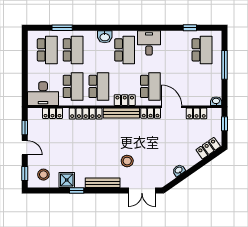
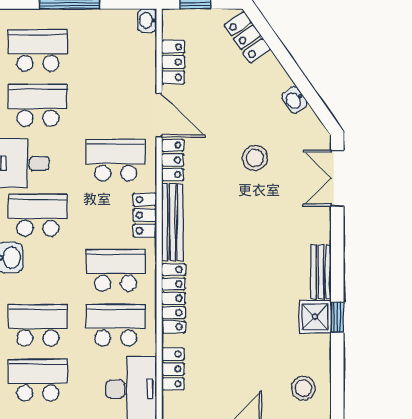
school desk: (176, 50) -> (38, 105), added
door: (172, 107) -> (159, 115), swing flipped
stool: (127, 161) -> (255, 158), moved
shower: (67, 180) -> (315, 317), moved
bench: (103, 183) -> (321, 272), width x0.73
double door: (142, 190) -> (337, 178), swing flipped

